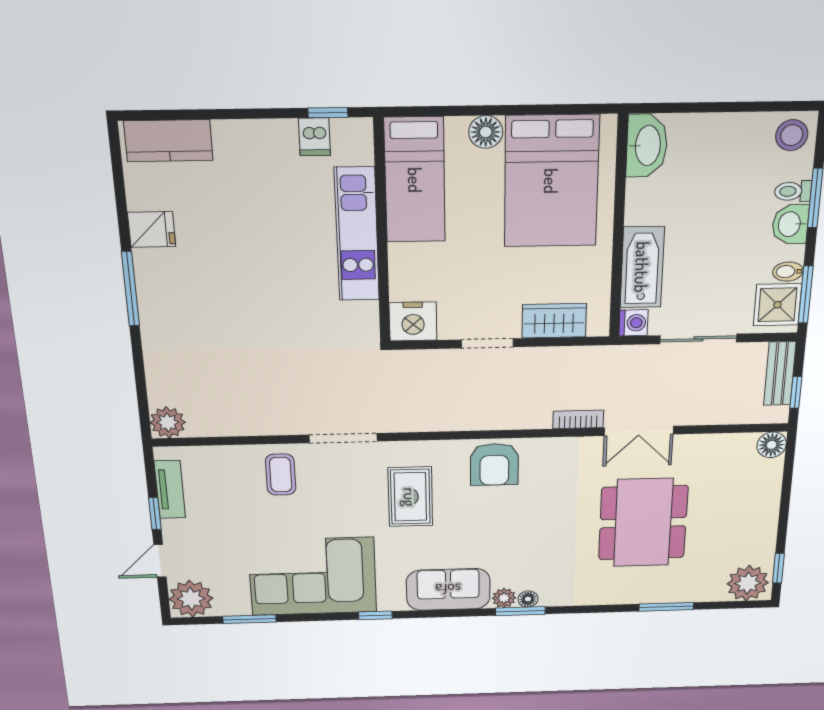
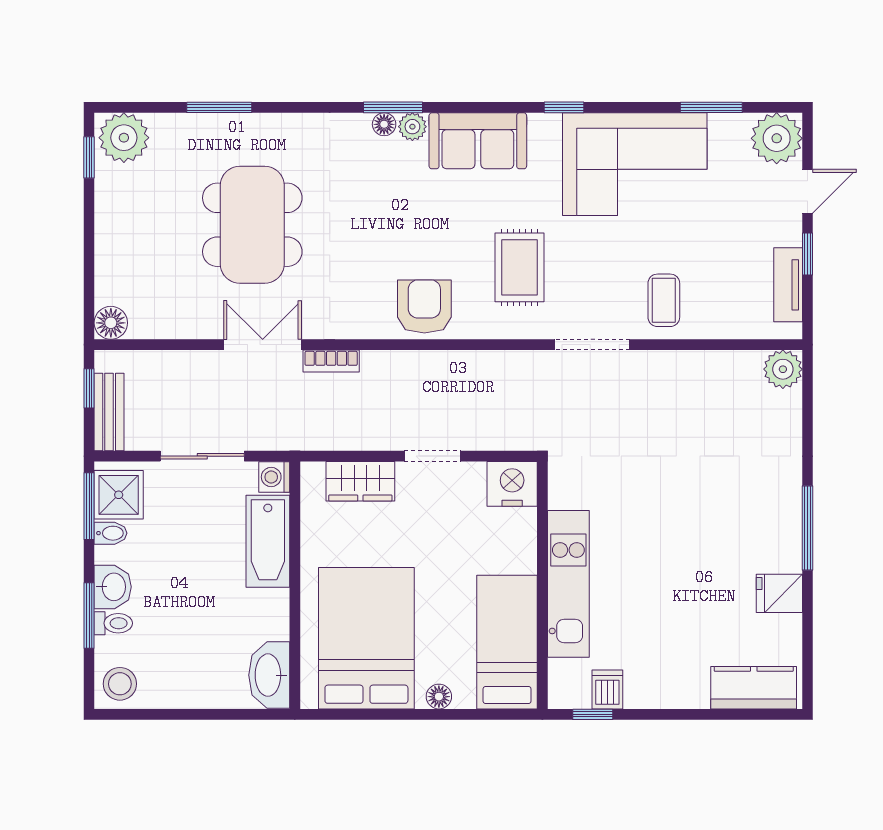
floor lamp: (486, 132) -> (439, 697), width x0.73, depth x0.73

